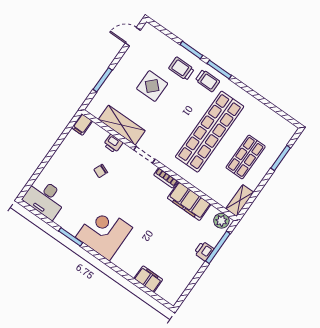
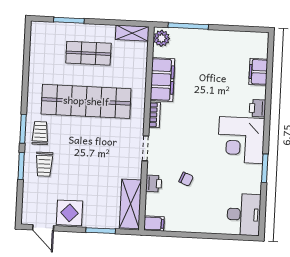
display table: (152, 86) -> (69, 213), moved
shelving: (122, 125) -> (131, 204), moved
printer: (204, 251) -> (257, 108), moved, turned 90

